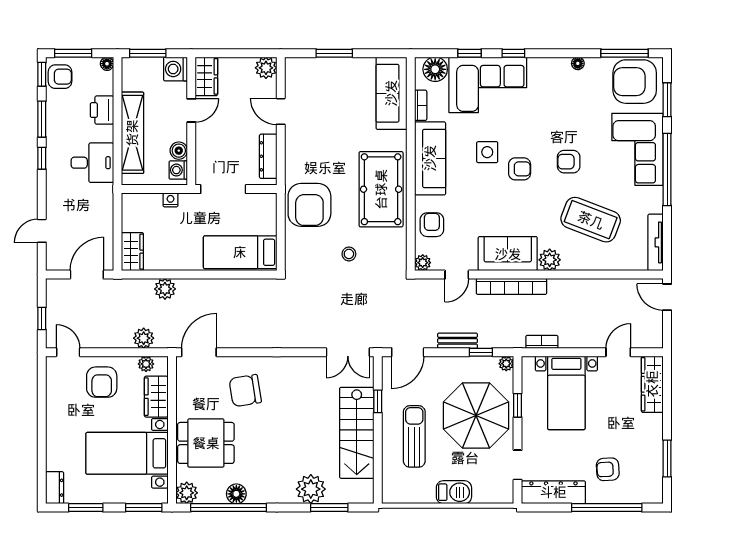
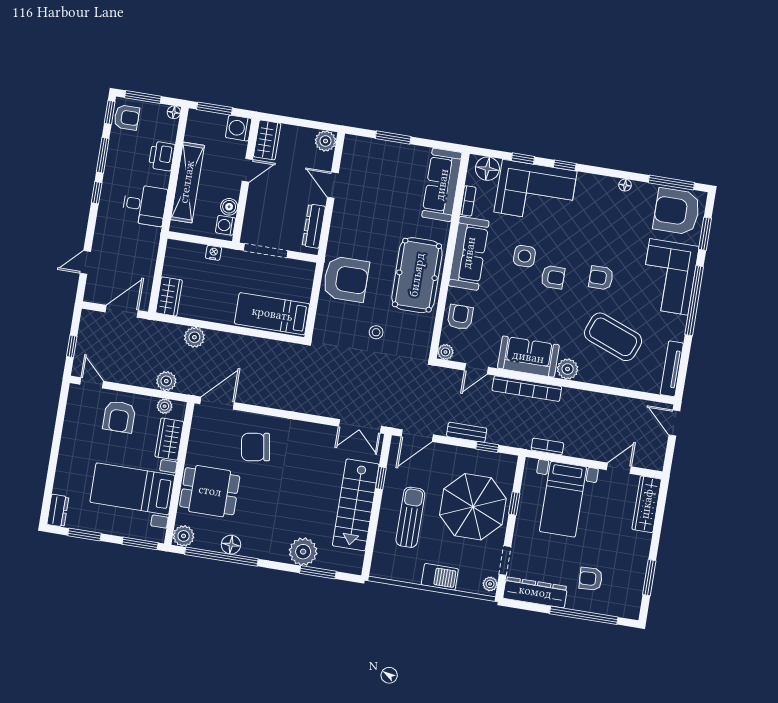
armchair: (309, 205) -> (346, 279), turned -90
plant: (506, 364) -> (490, 584), moved

